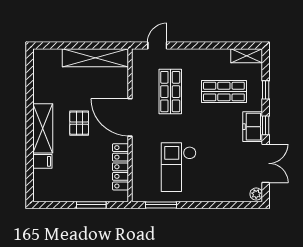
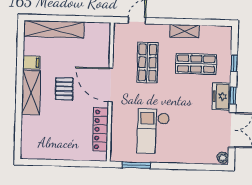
shelving: (247, 56) -> (184, 31), moved
shelving: (95, 58) -> (54, 29), moved
filing cabinet: (42, 161) -> (31, 63), moved
window: (91, 205) -> (73, 163), removed

